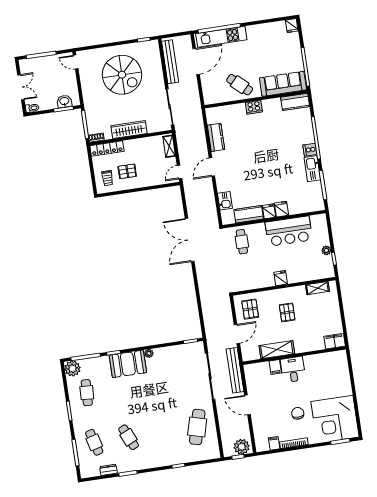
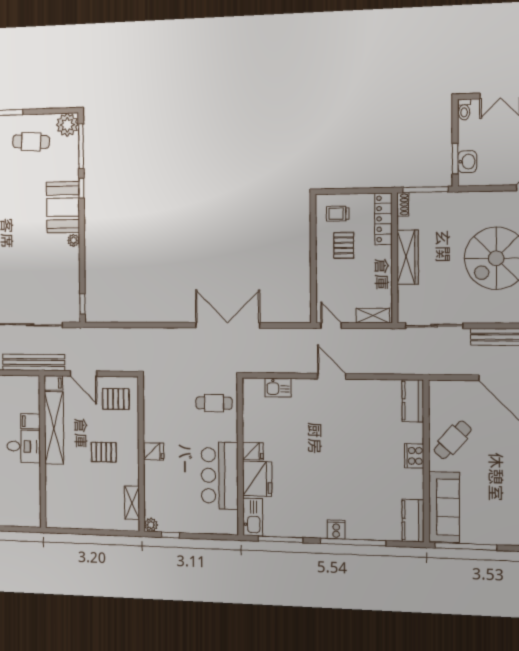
kitchen counter: (216, 137) -> (413, 401), moved, turned 90
kitchen sink: (312, 169) -> (253, 517), moved, turned 90
fridge: (281, 209) -> (257, 479), width x1.88, depth x1.34
kitchen counter: (249, 214) -> (253, 420), removed
plant: (326, 250) -> (151, 525), moved
filing cabinet: (335, 341) -> (53, 383), moved, width x0.50
shelving: (277, 350) -> (54, 428), width x1.47

